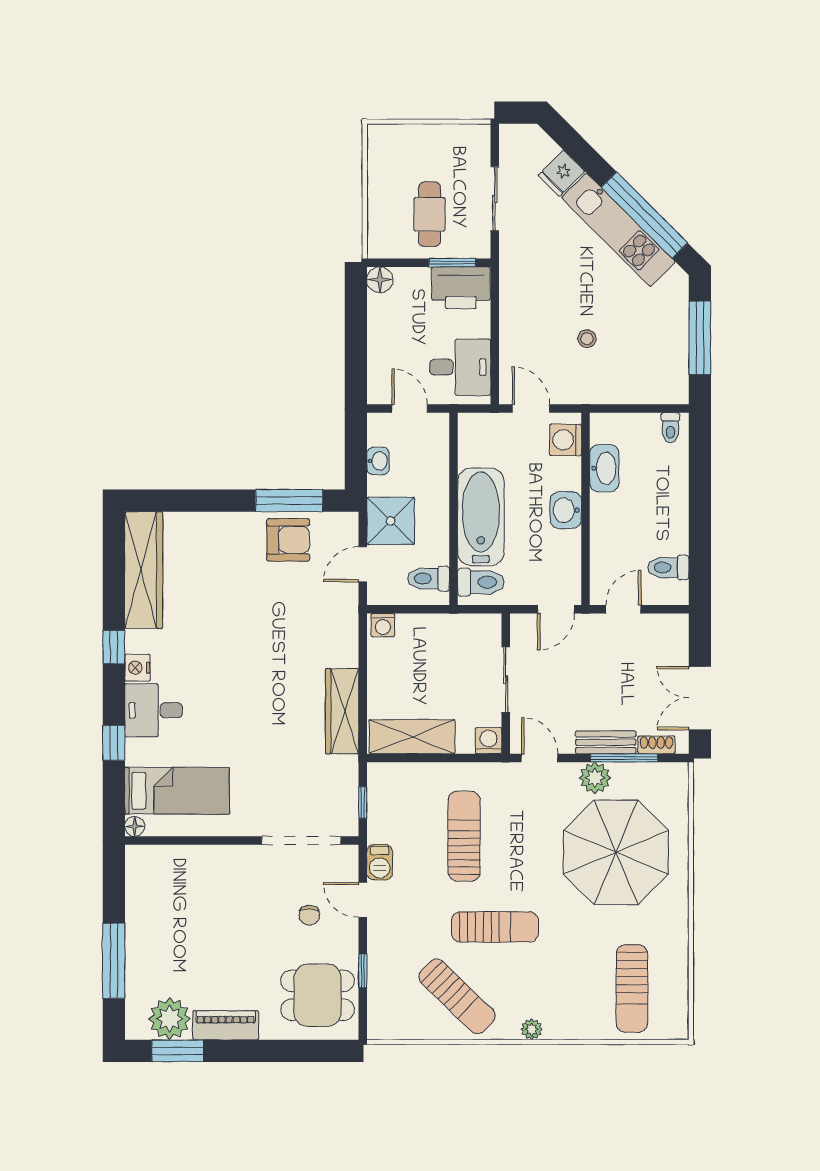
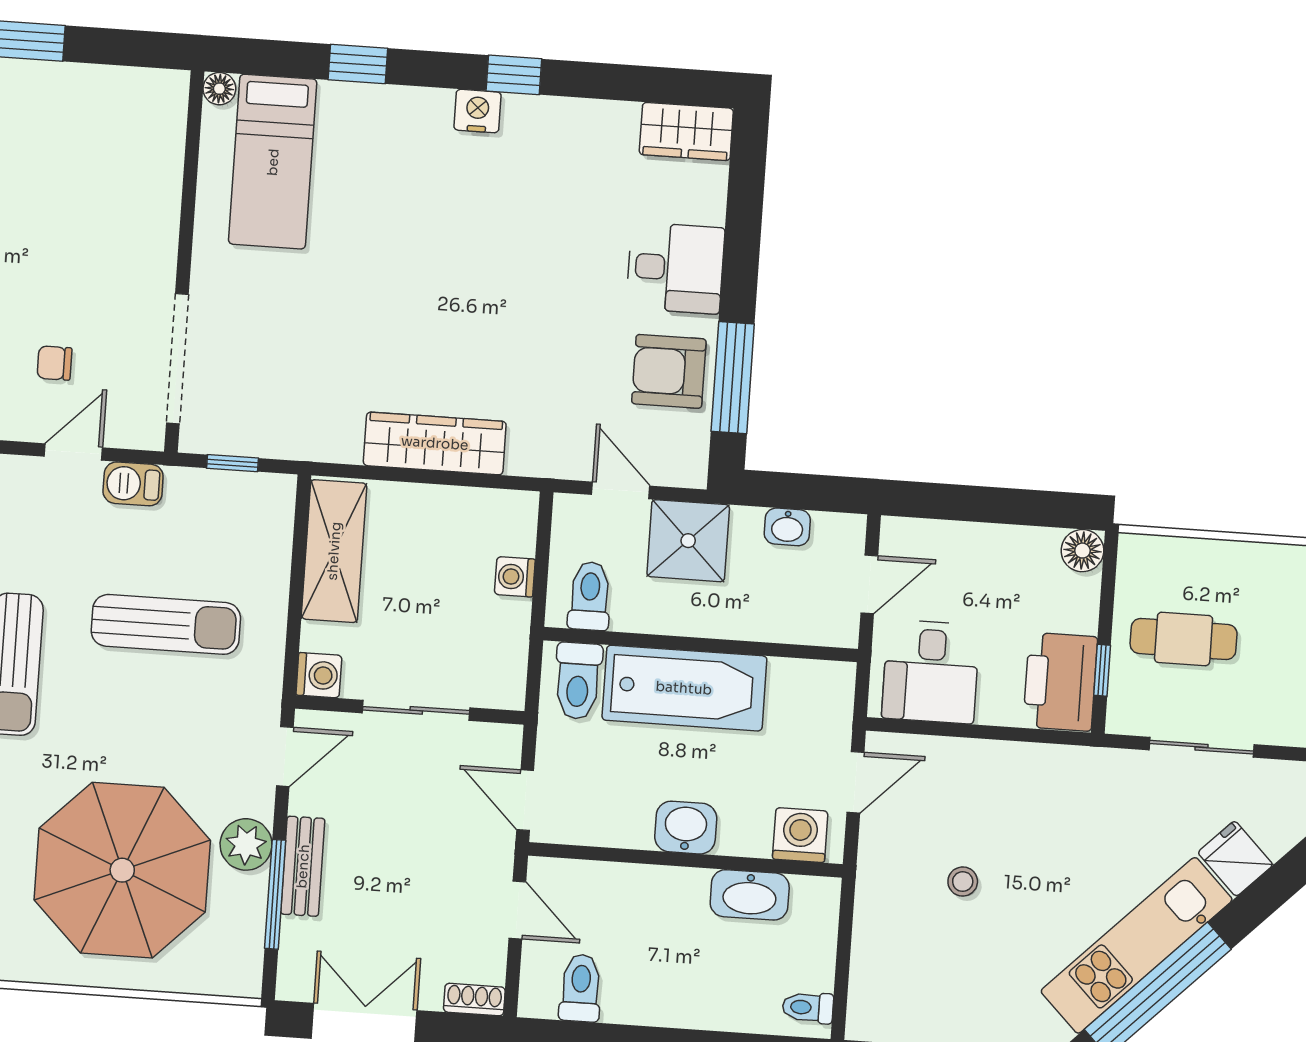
window: (452, 263) -> (1102, 670), width x0.67
armchair: (288, 540) -> (669, 371), turned 90
wardrobe: (144, 570) -> (686, 131), width x0.48, depth x0.85
washing machine: (383, 625) -> (515, 577), moved
desk: (153, 710) -> (675, 268), moved, turned 90
wardrobe: (342, 711) -> (435, 443), moved
shoe rack: (657, 745) -> (474, 1000), moved, turned -90

